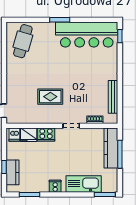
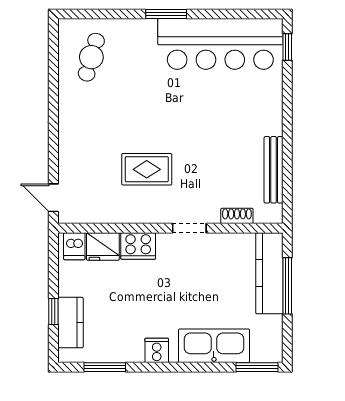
cafe table: (23, 41) -> (91, 57), width x0.73, depth x0.74

